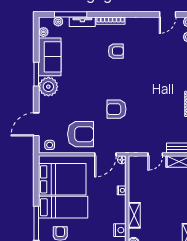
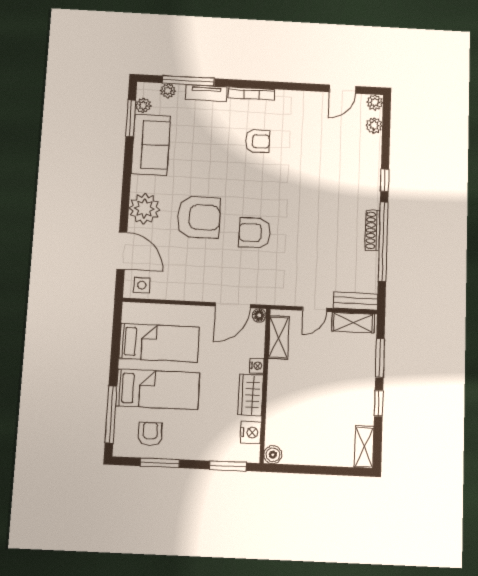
window: (36, 74) -> (131, 118), moved
plant: (48, 87) -> (144, 209), moved
door: (36, 124) -> (122, 251), swing flipped
armchair: (81, 134) -> (199, 217), moved
bed: (62, 179) -> (159, 343), width x0.67
wardrobe: (119, 208) -> (251, 395), added
shelving: (134, 215) -> (279, 337), moved

